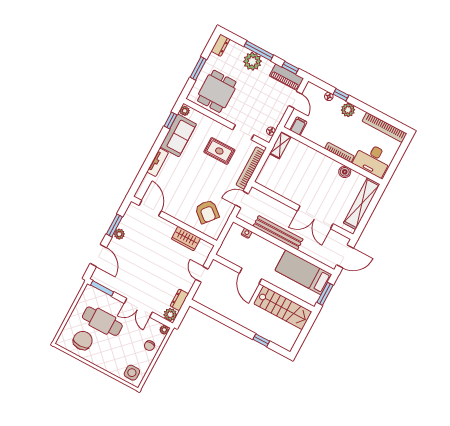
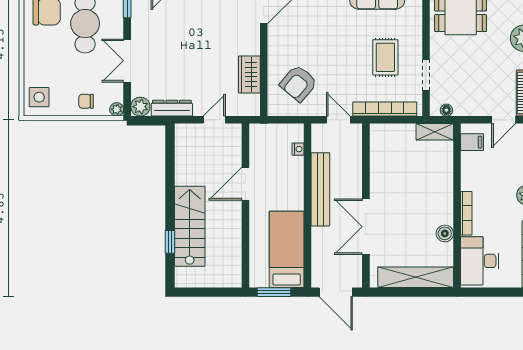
dresser: (179, 300) -> (172, 108), width x1.44
stairs: (283, 308) -> (190, 226), moved, turned 180

